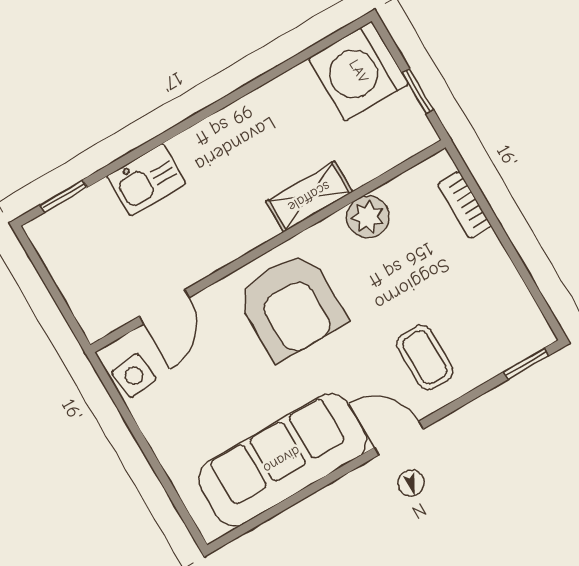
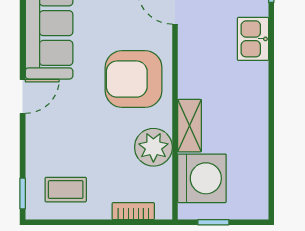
washing machine: (359, 71) -> (202, 178), moved, turned 90
plant: (368, 217) -> (153, 147), width x1.36, depth x1.36
coffee table: (425, 357) -> (66, 190), moved

